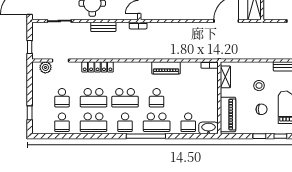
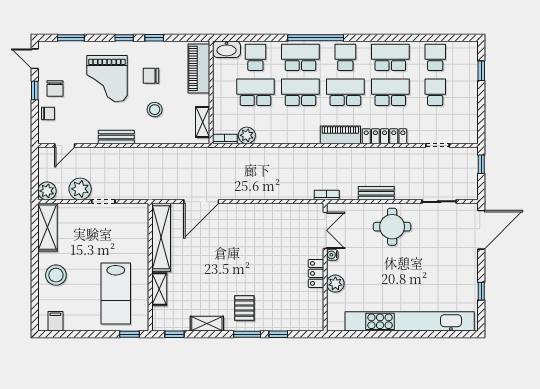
plant: (45, 67) -> (247, 135), moved
piano: (166, 68) -> (340, 135), moved
school desk: (157, 98) -> (300, 92), width x1.85
school desk: (188, 98) -> (255, 92), added

